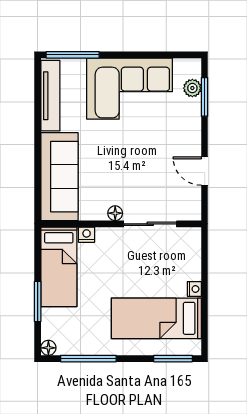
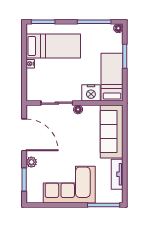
plant: (192, 88) -> (31, 162), moved
tv unit: (50, 96) -> (117, 174), width x0.71
door: (205, 171) -> (24, 135), width x1.88
nightstand: (87, 235) -> (91, 93), width x1.89, depth x1.79

